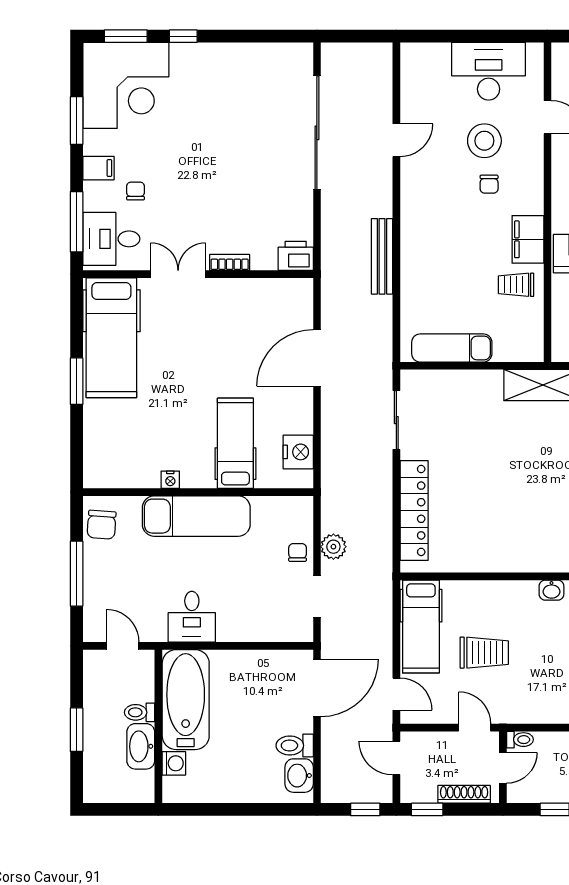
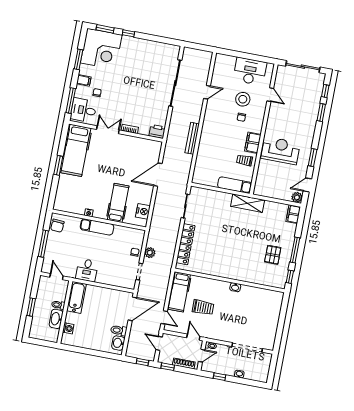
exam couch: (452, 348) -> (235, 185), moved
exam couch: (196, 516) -> (97, 227), width x0.73, depth x0.69
bathtub: (186, 700) -> (76, 297), width x0.73, depth x0.73

